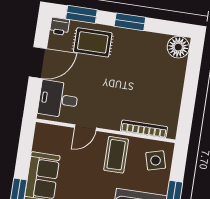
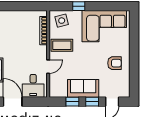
door: (85, 128) -> (48, 67), hinge flipped
window: (24, 158) -> (72, 102), added

